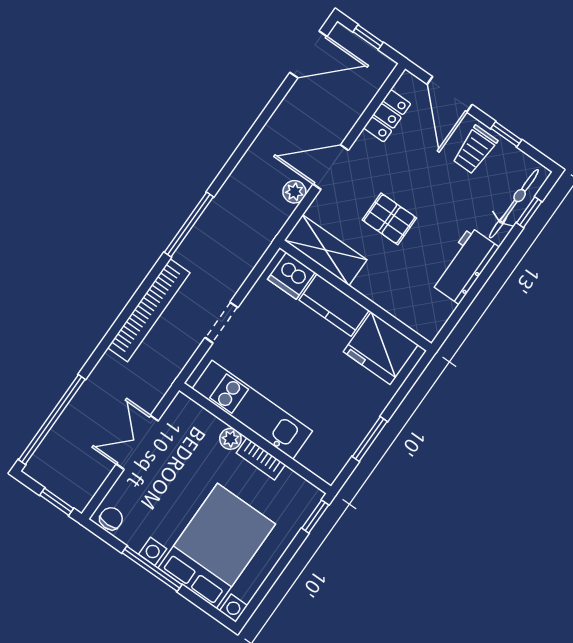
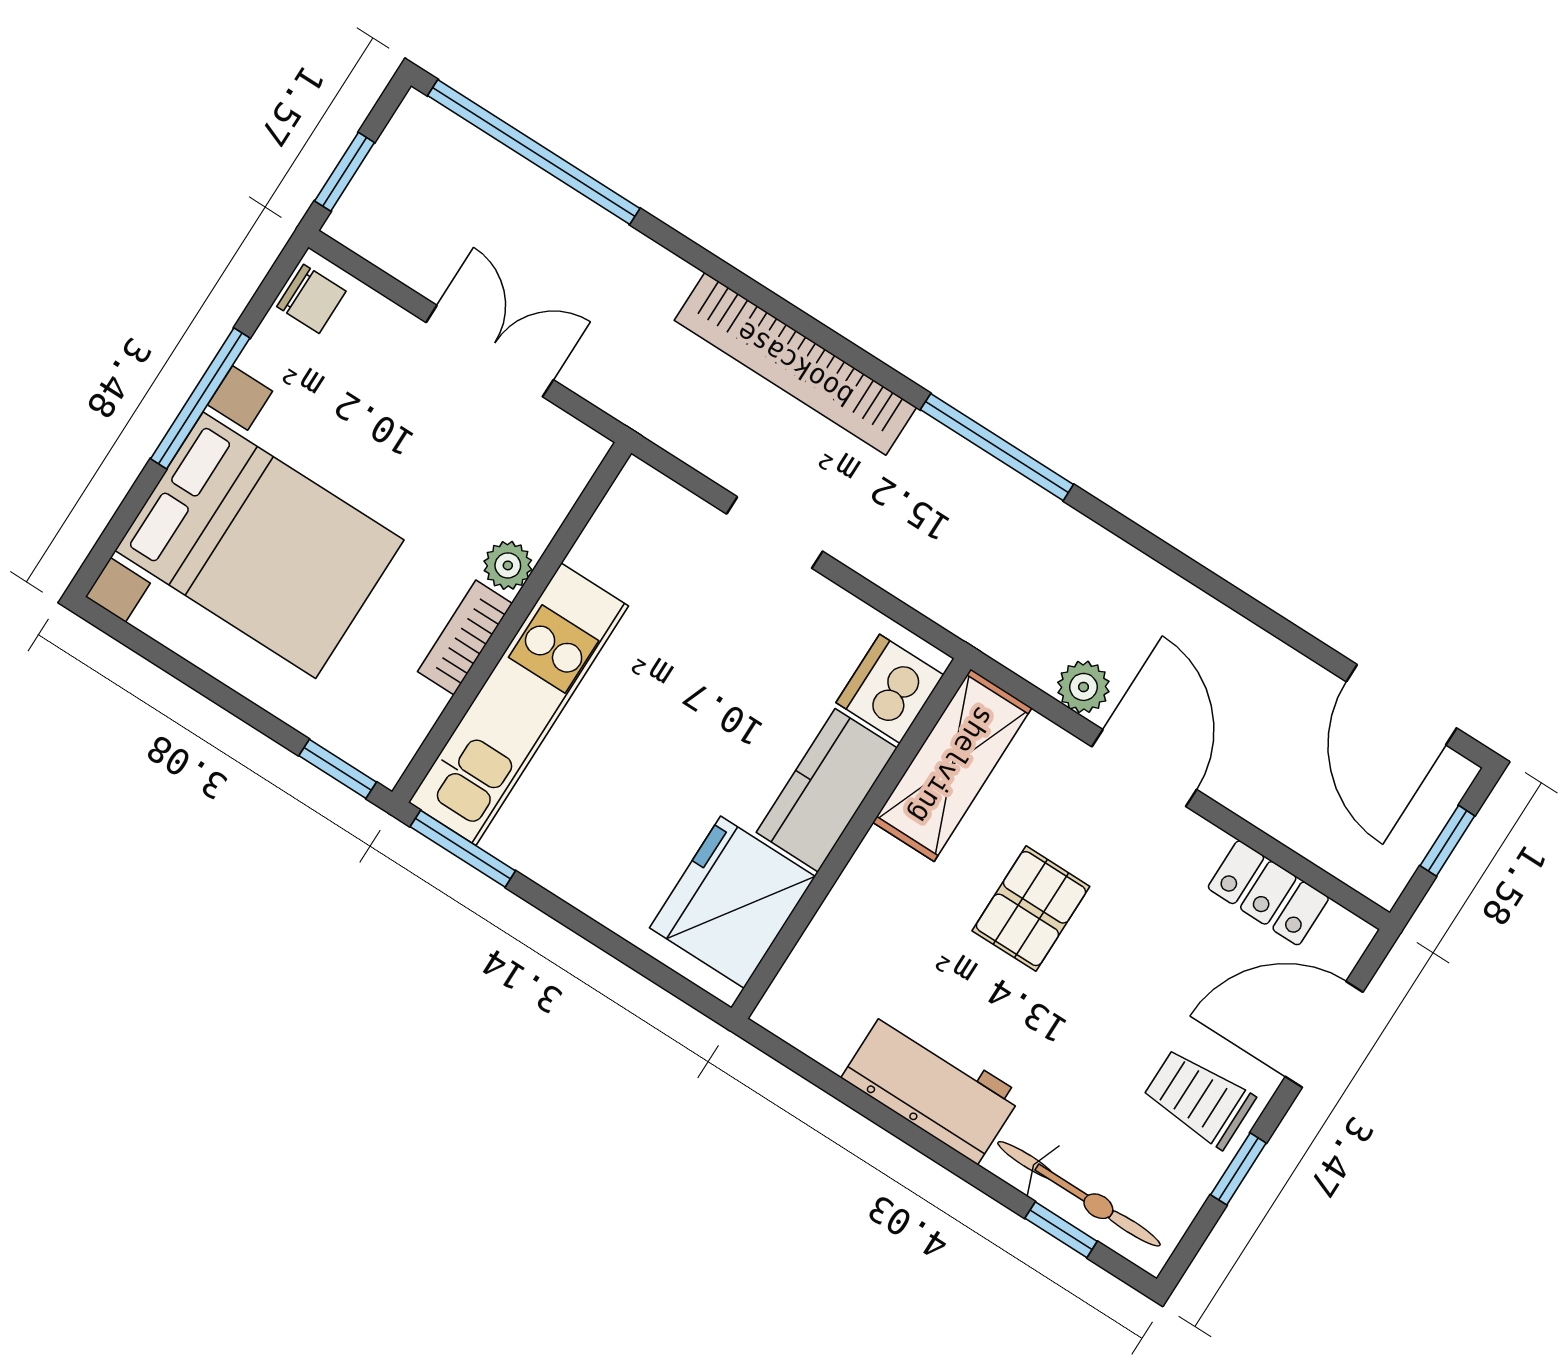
kitchen unit: (252, 410) -> (518, 704), moved
window: (370, 439) -> (463, 849), moved

